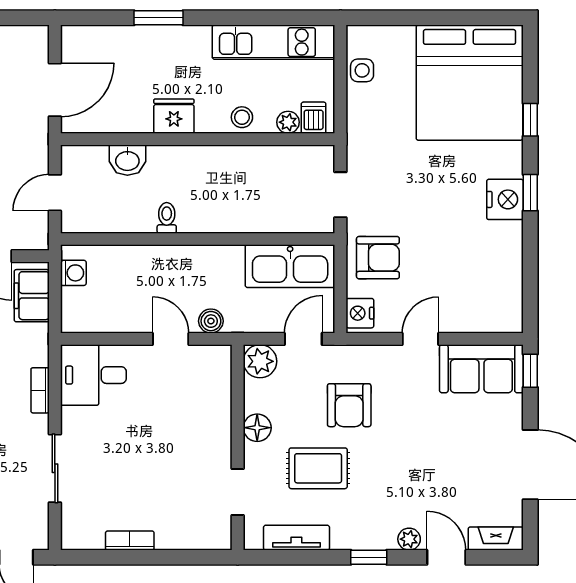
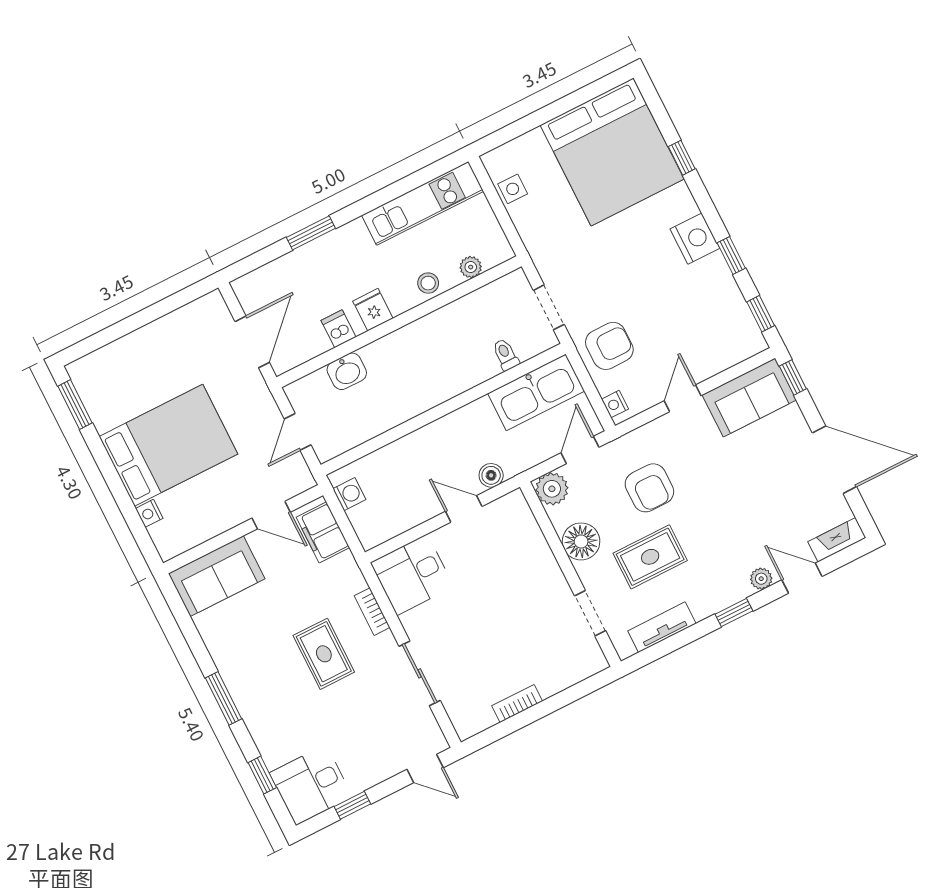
fridge: (174, 116) -> (373, 310), width x0.72
dishwasher: (314, 118) -> (338, 329), moved
window: (530, 193) -> (731, 256), moved
toilet: (167, 218) -> (506, 355), moved
window: (530, 298) -> (761, 314), added
nightstand: (360, 313) -> (615, 404), width x0.72, depth x0.74
floor lamp: (257, 428) -> (581, 541), width x1.38, depth x1.38

